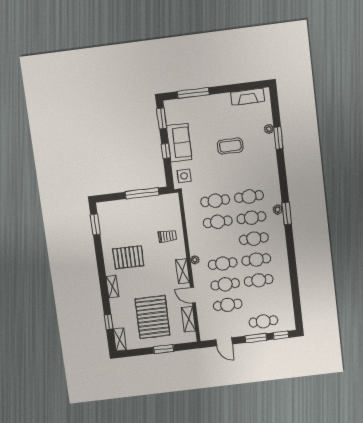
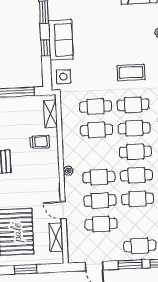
coffee table: (230, 146) -> (131, 73), moved
shelving: (183, 271) -> (50, 114), moved

